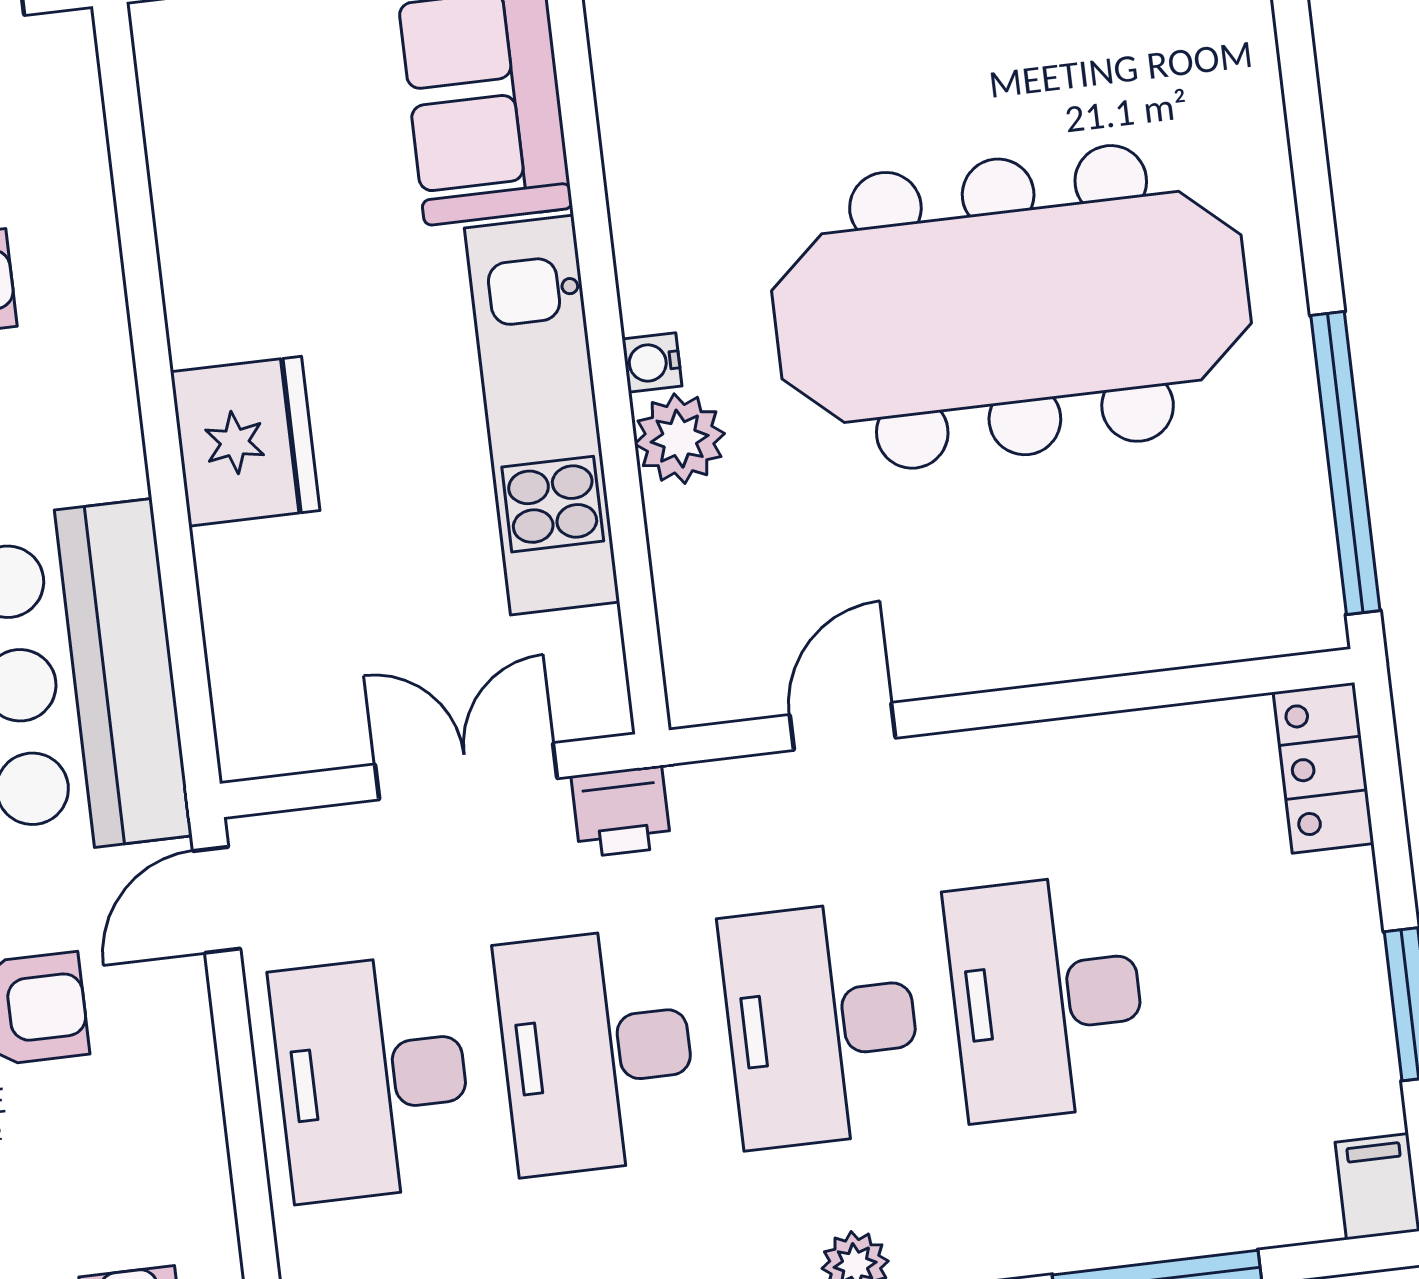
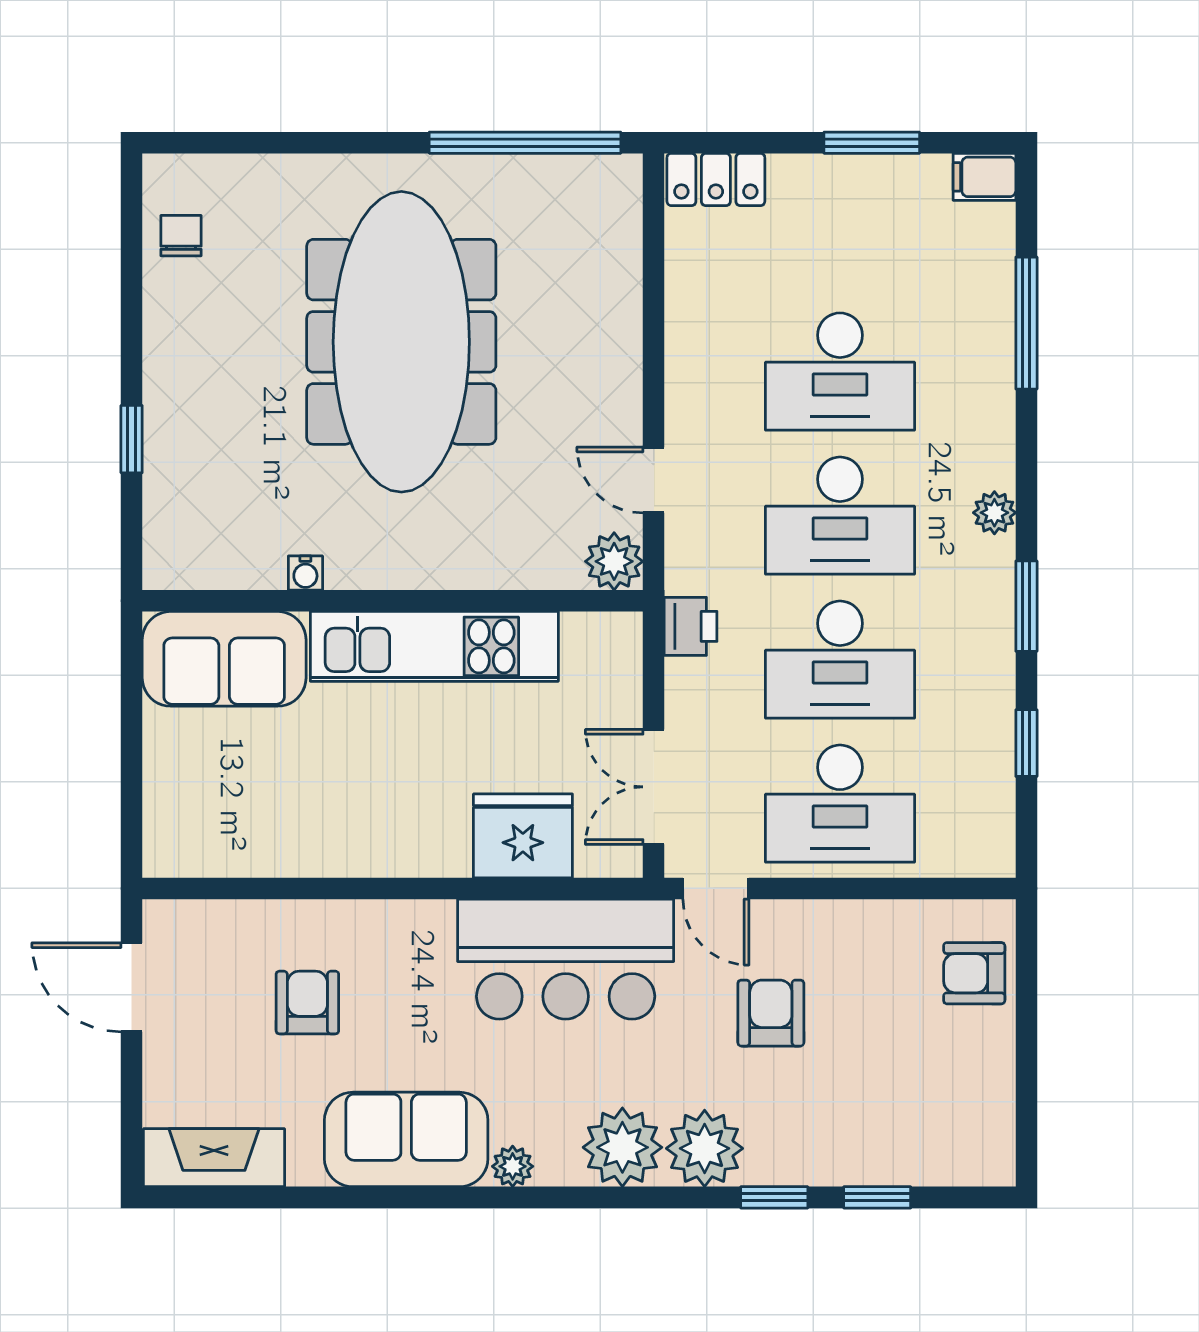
water cooler: (652, 362) -> (305, 573), moved
plant: (680, 439) -> (614, 561), moved
fridge: (245, 441) -> (523, 836), moved
double door: (466, 771) -> (654, 787), moved

